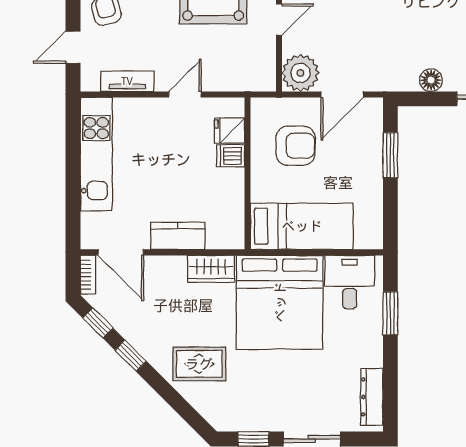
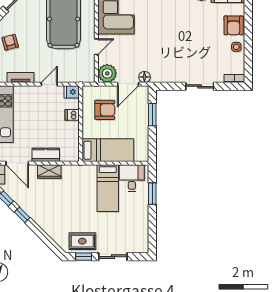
floor lamp: (431, 80) -> (144, 77), moved
fridge: (230, 130) -> (72, 92), moved
wardrobe: (211, 269) -> (49, 171), moved
bed: (280, 302) -> (108, 188), width x0.49
rug: (199, 364) -> (82, 241), moved
dresser: (372, 397) -> (143, 236), removed

